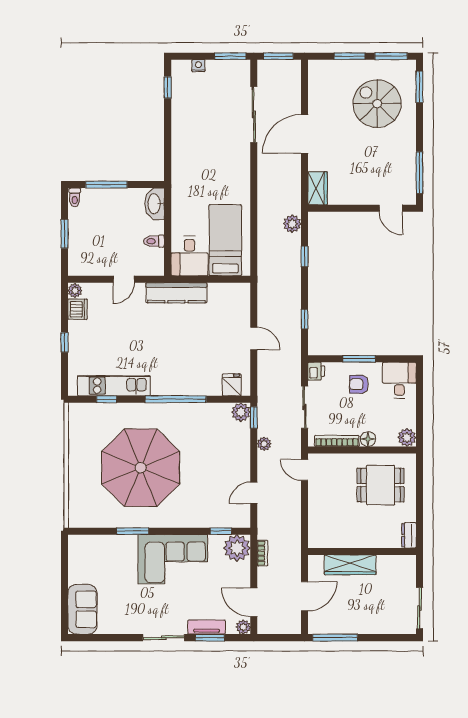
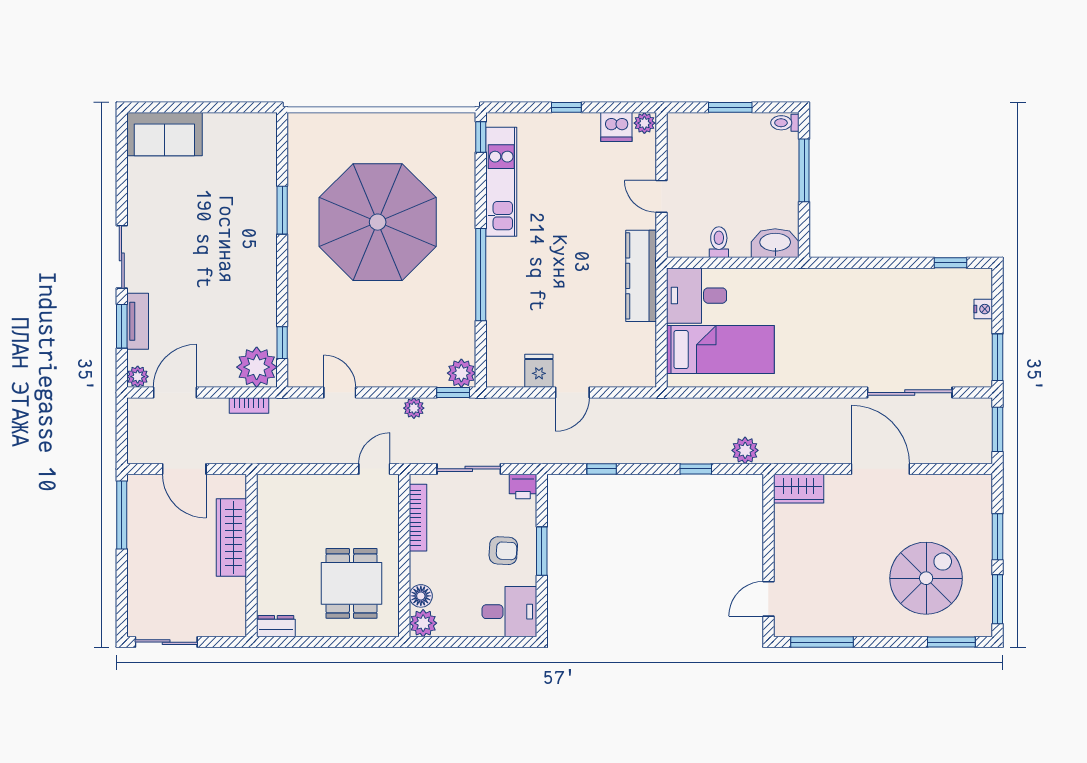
armchair: (359, 384) -> (503, 551), turned 93
fridge: (232, 385) -> (539, 371), moved, turned -90
window: (107, 399) -> (481, 137), moved
floor lamp: (368, 439) -> (421, 596), moved
corner sofa: (173, 559) -> (240, 271), removed

